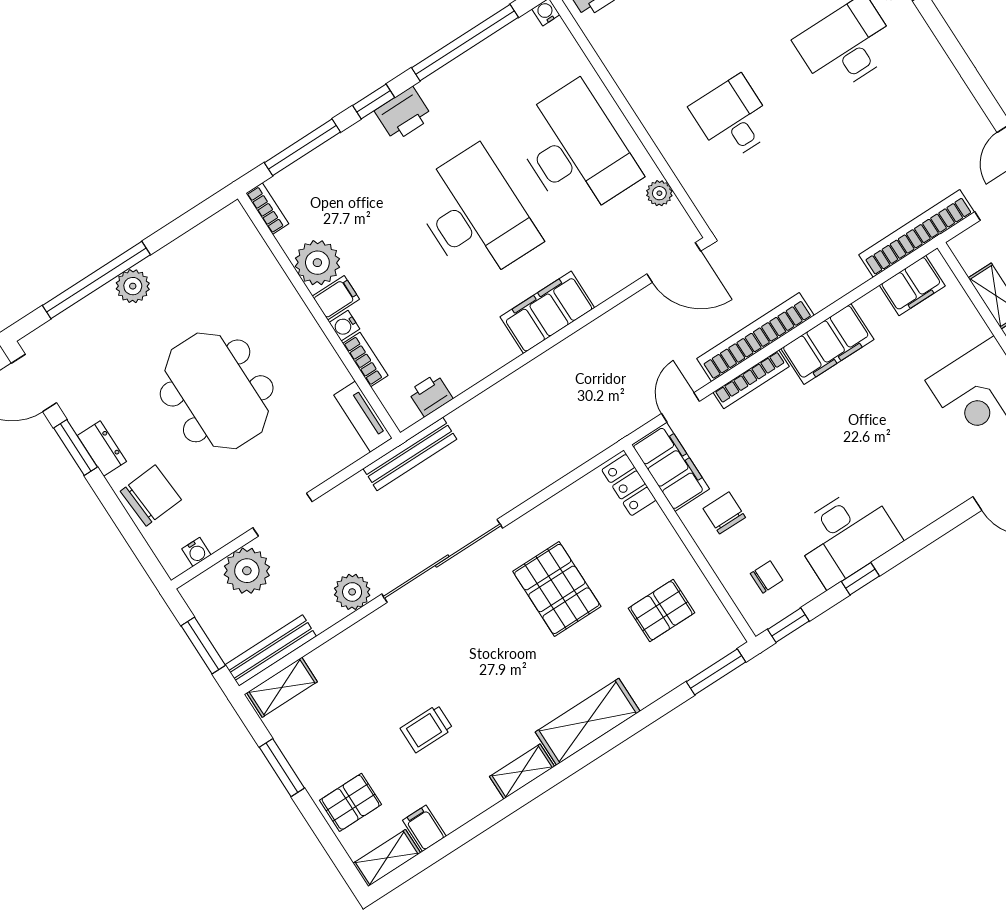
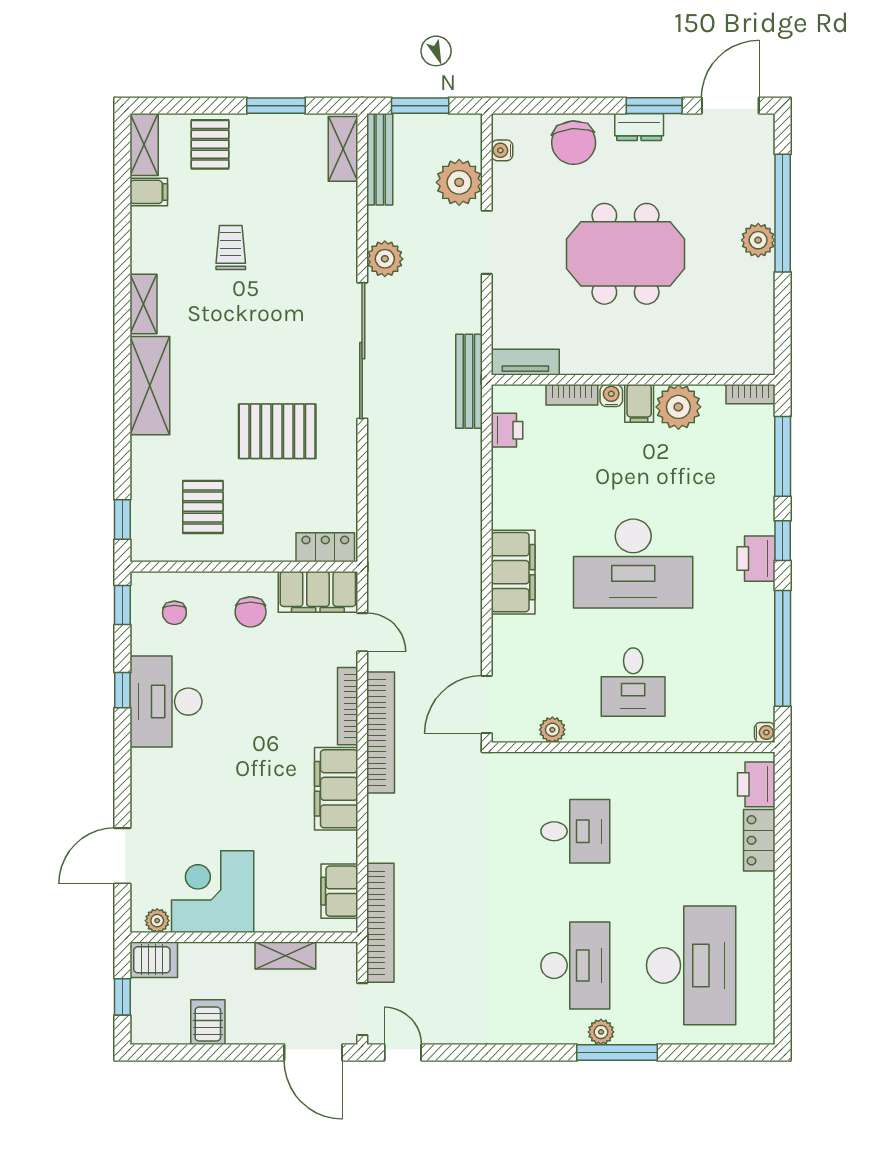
desk: (575, 151) -> (633, 682), width x0.53, depth x0.77
chair: (724, 513) -> (251, 612), turned 90
window: (716, 672) -> (122, 520), width x0.67

